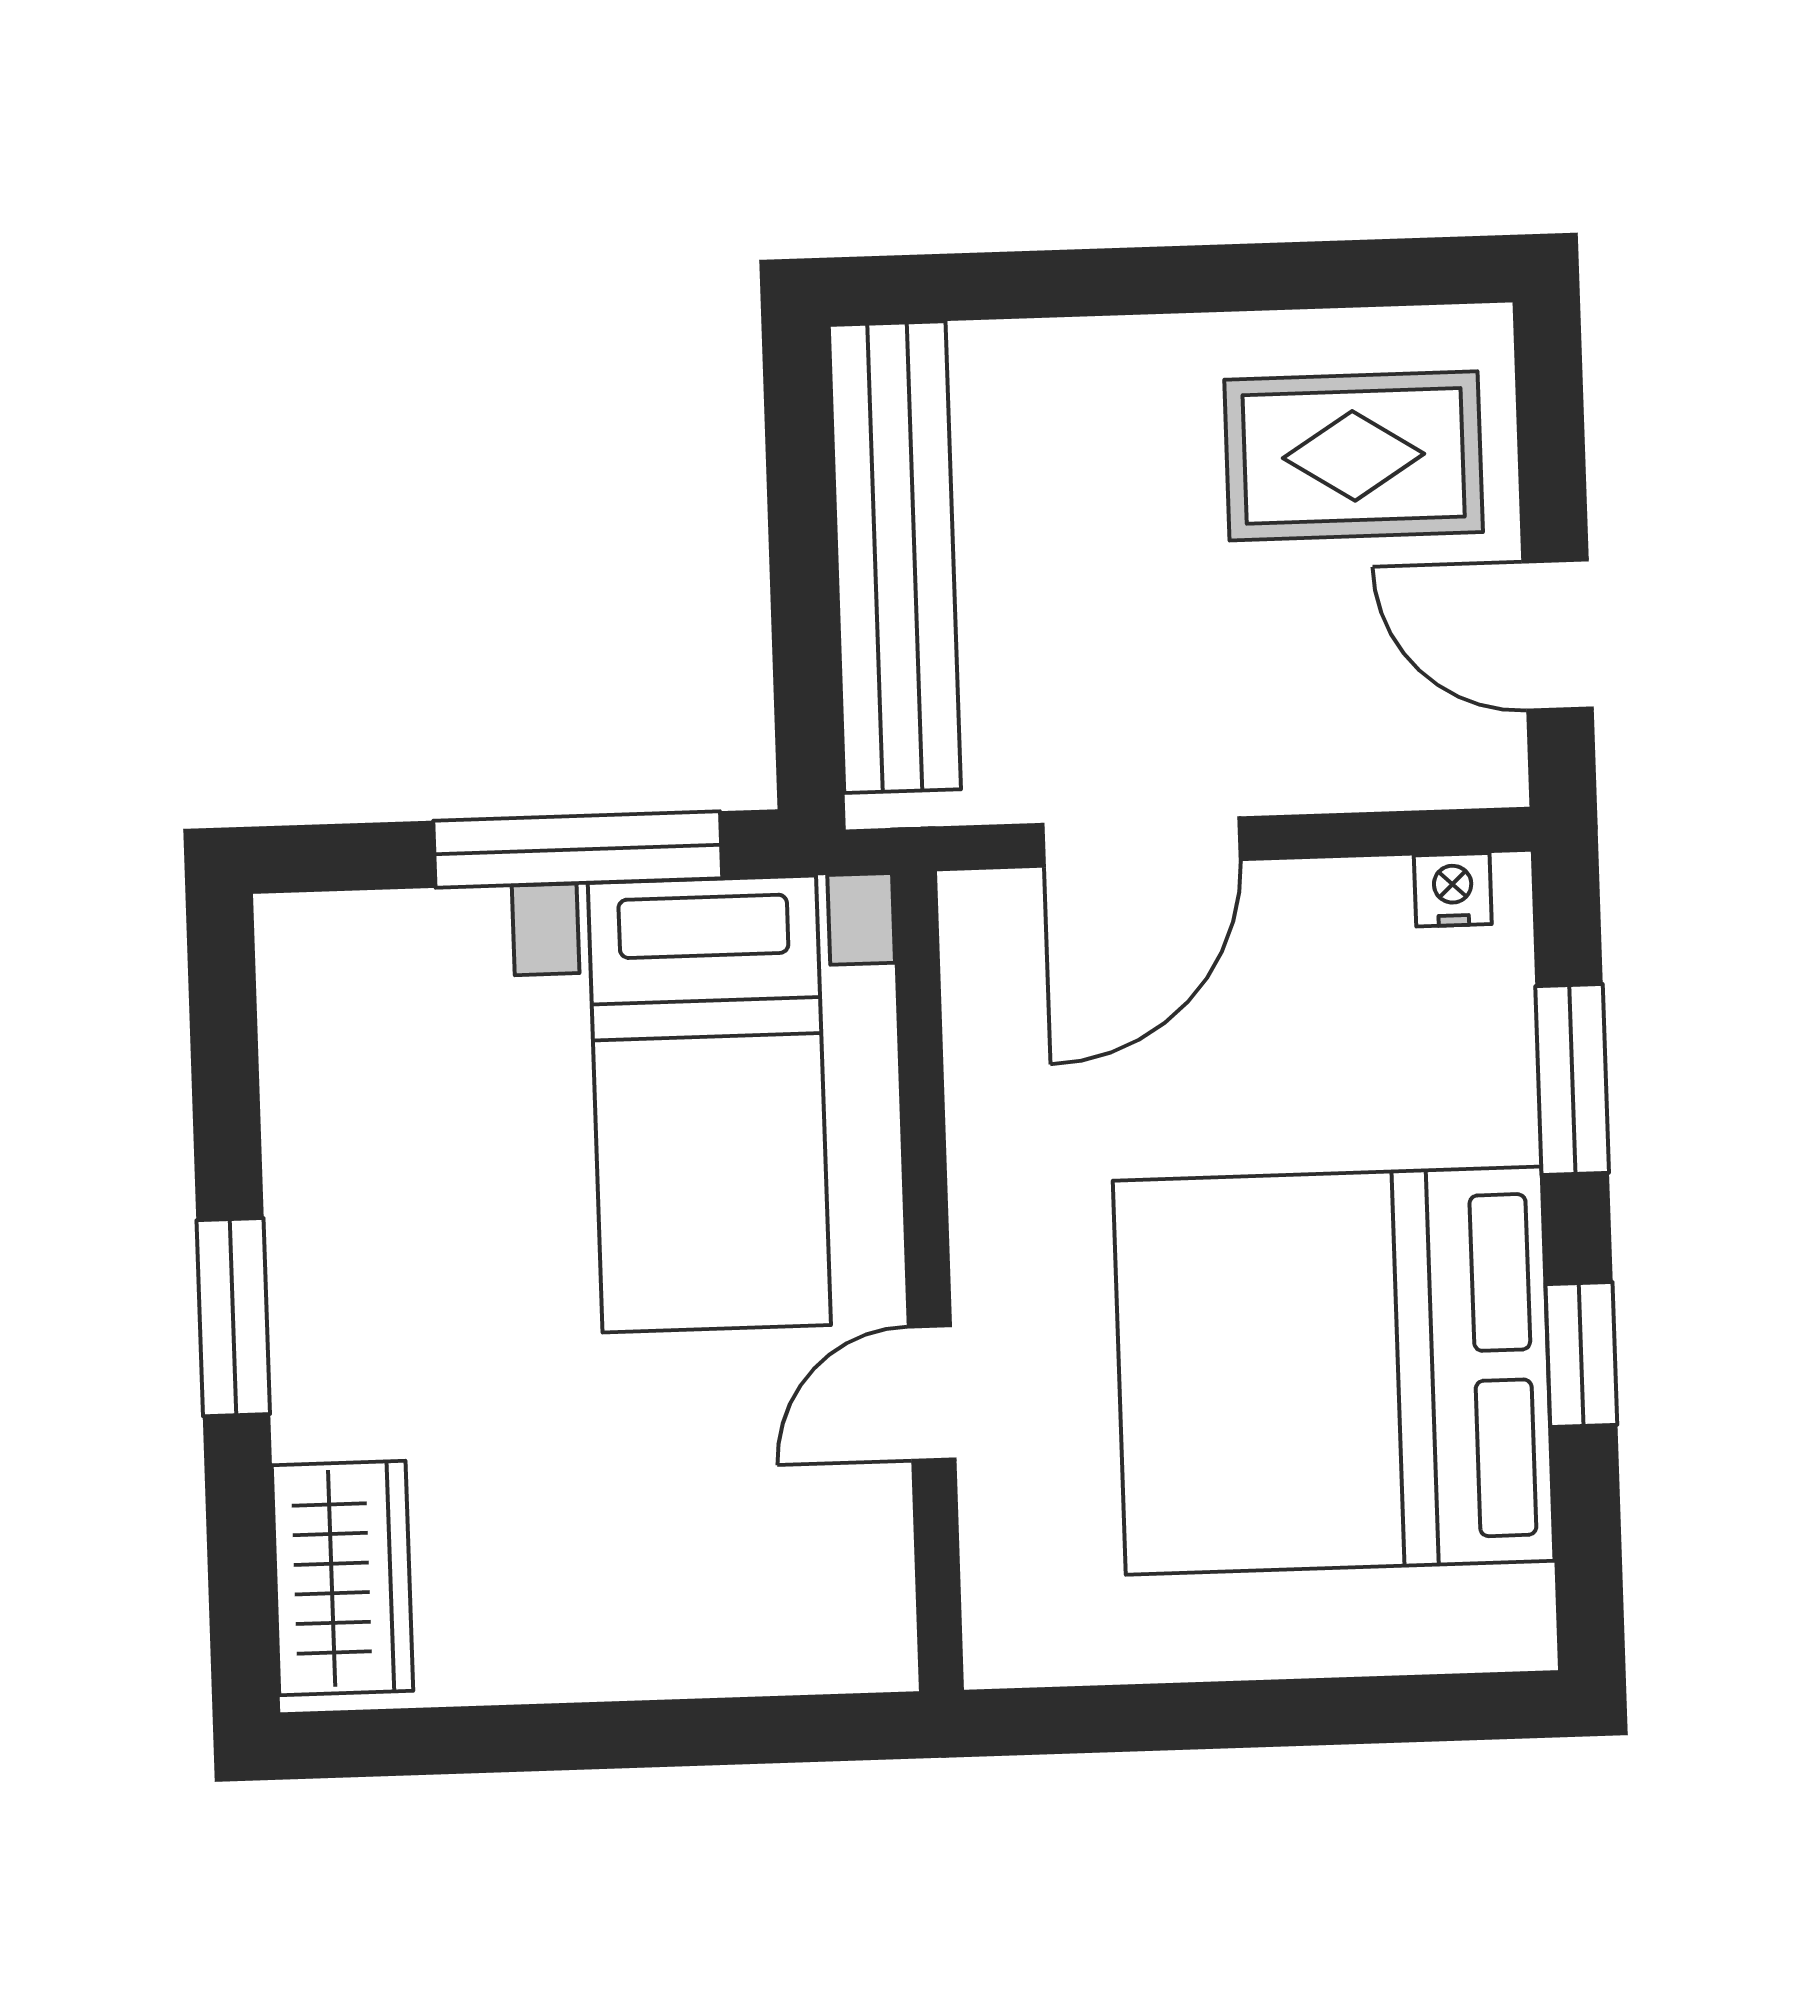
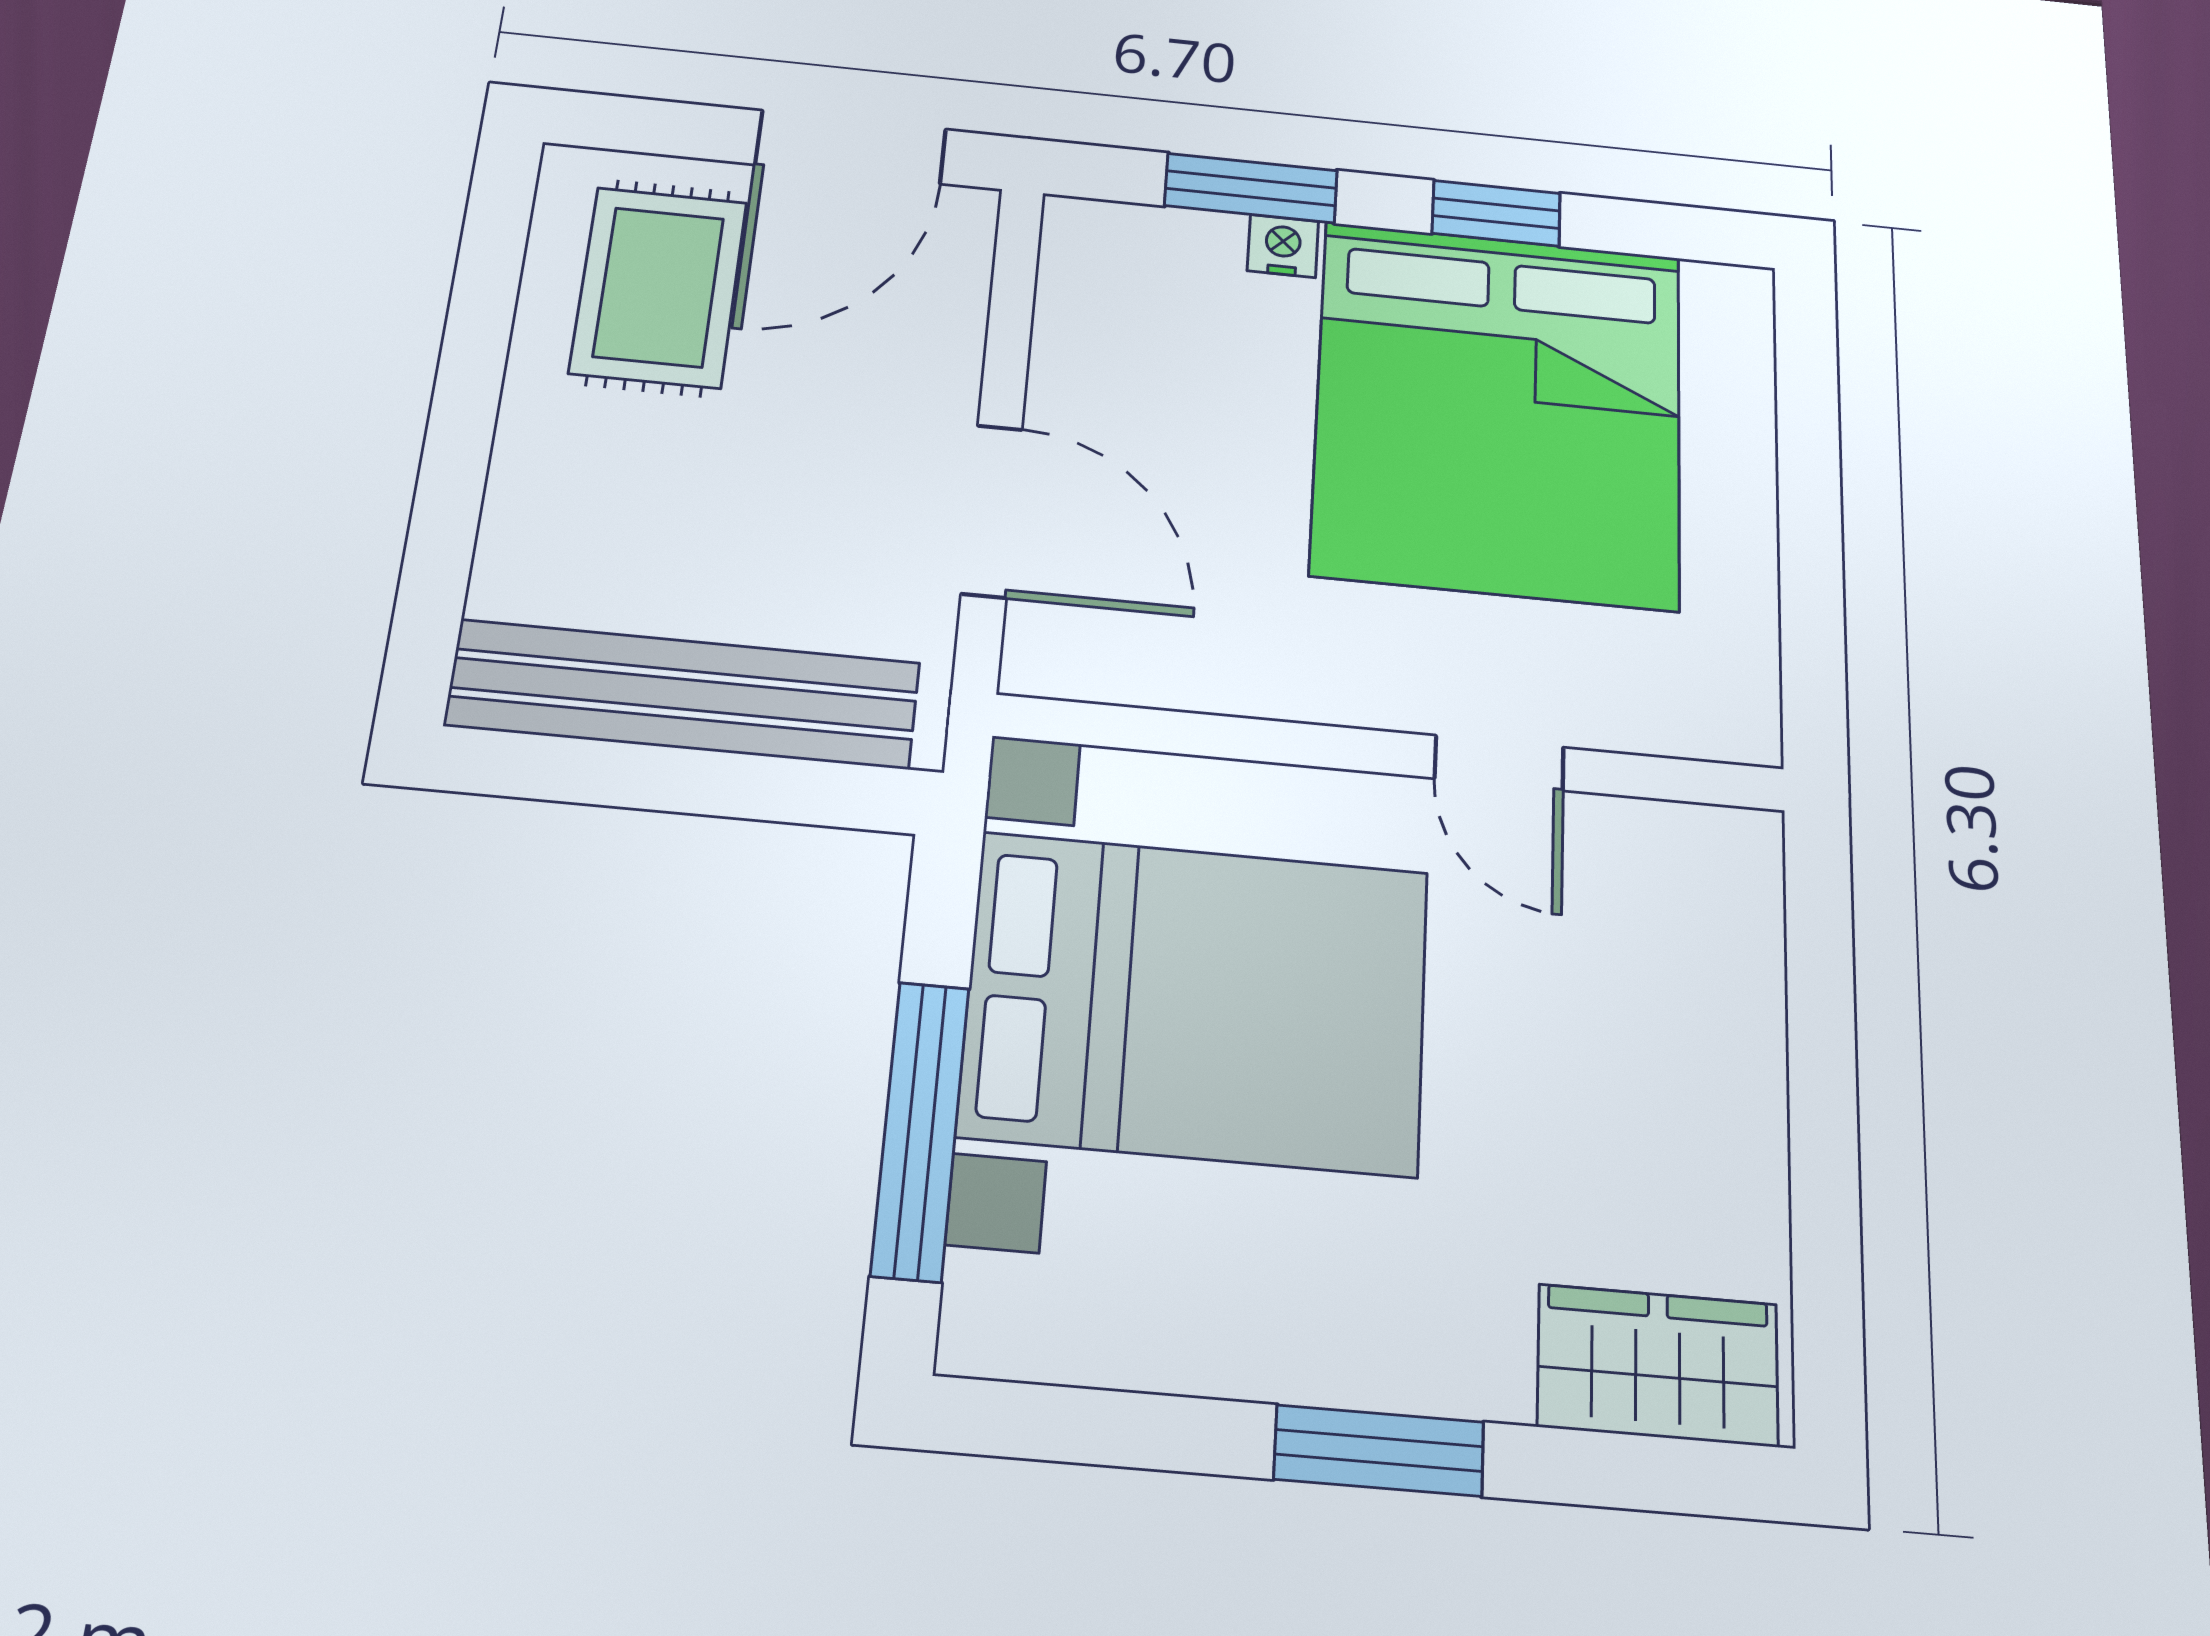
door: (1557, 635) -> (851, 147), width x1.38
window: (578, 850) -> (920, 1130), moved
nightstand: (1453, 890) -> (1283, 246), moved, turned 90
bed with nightstands: (709, 1104) -> (1196, 1002), width x1.36

